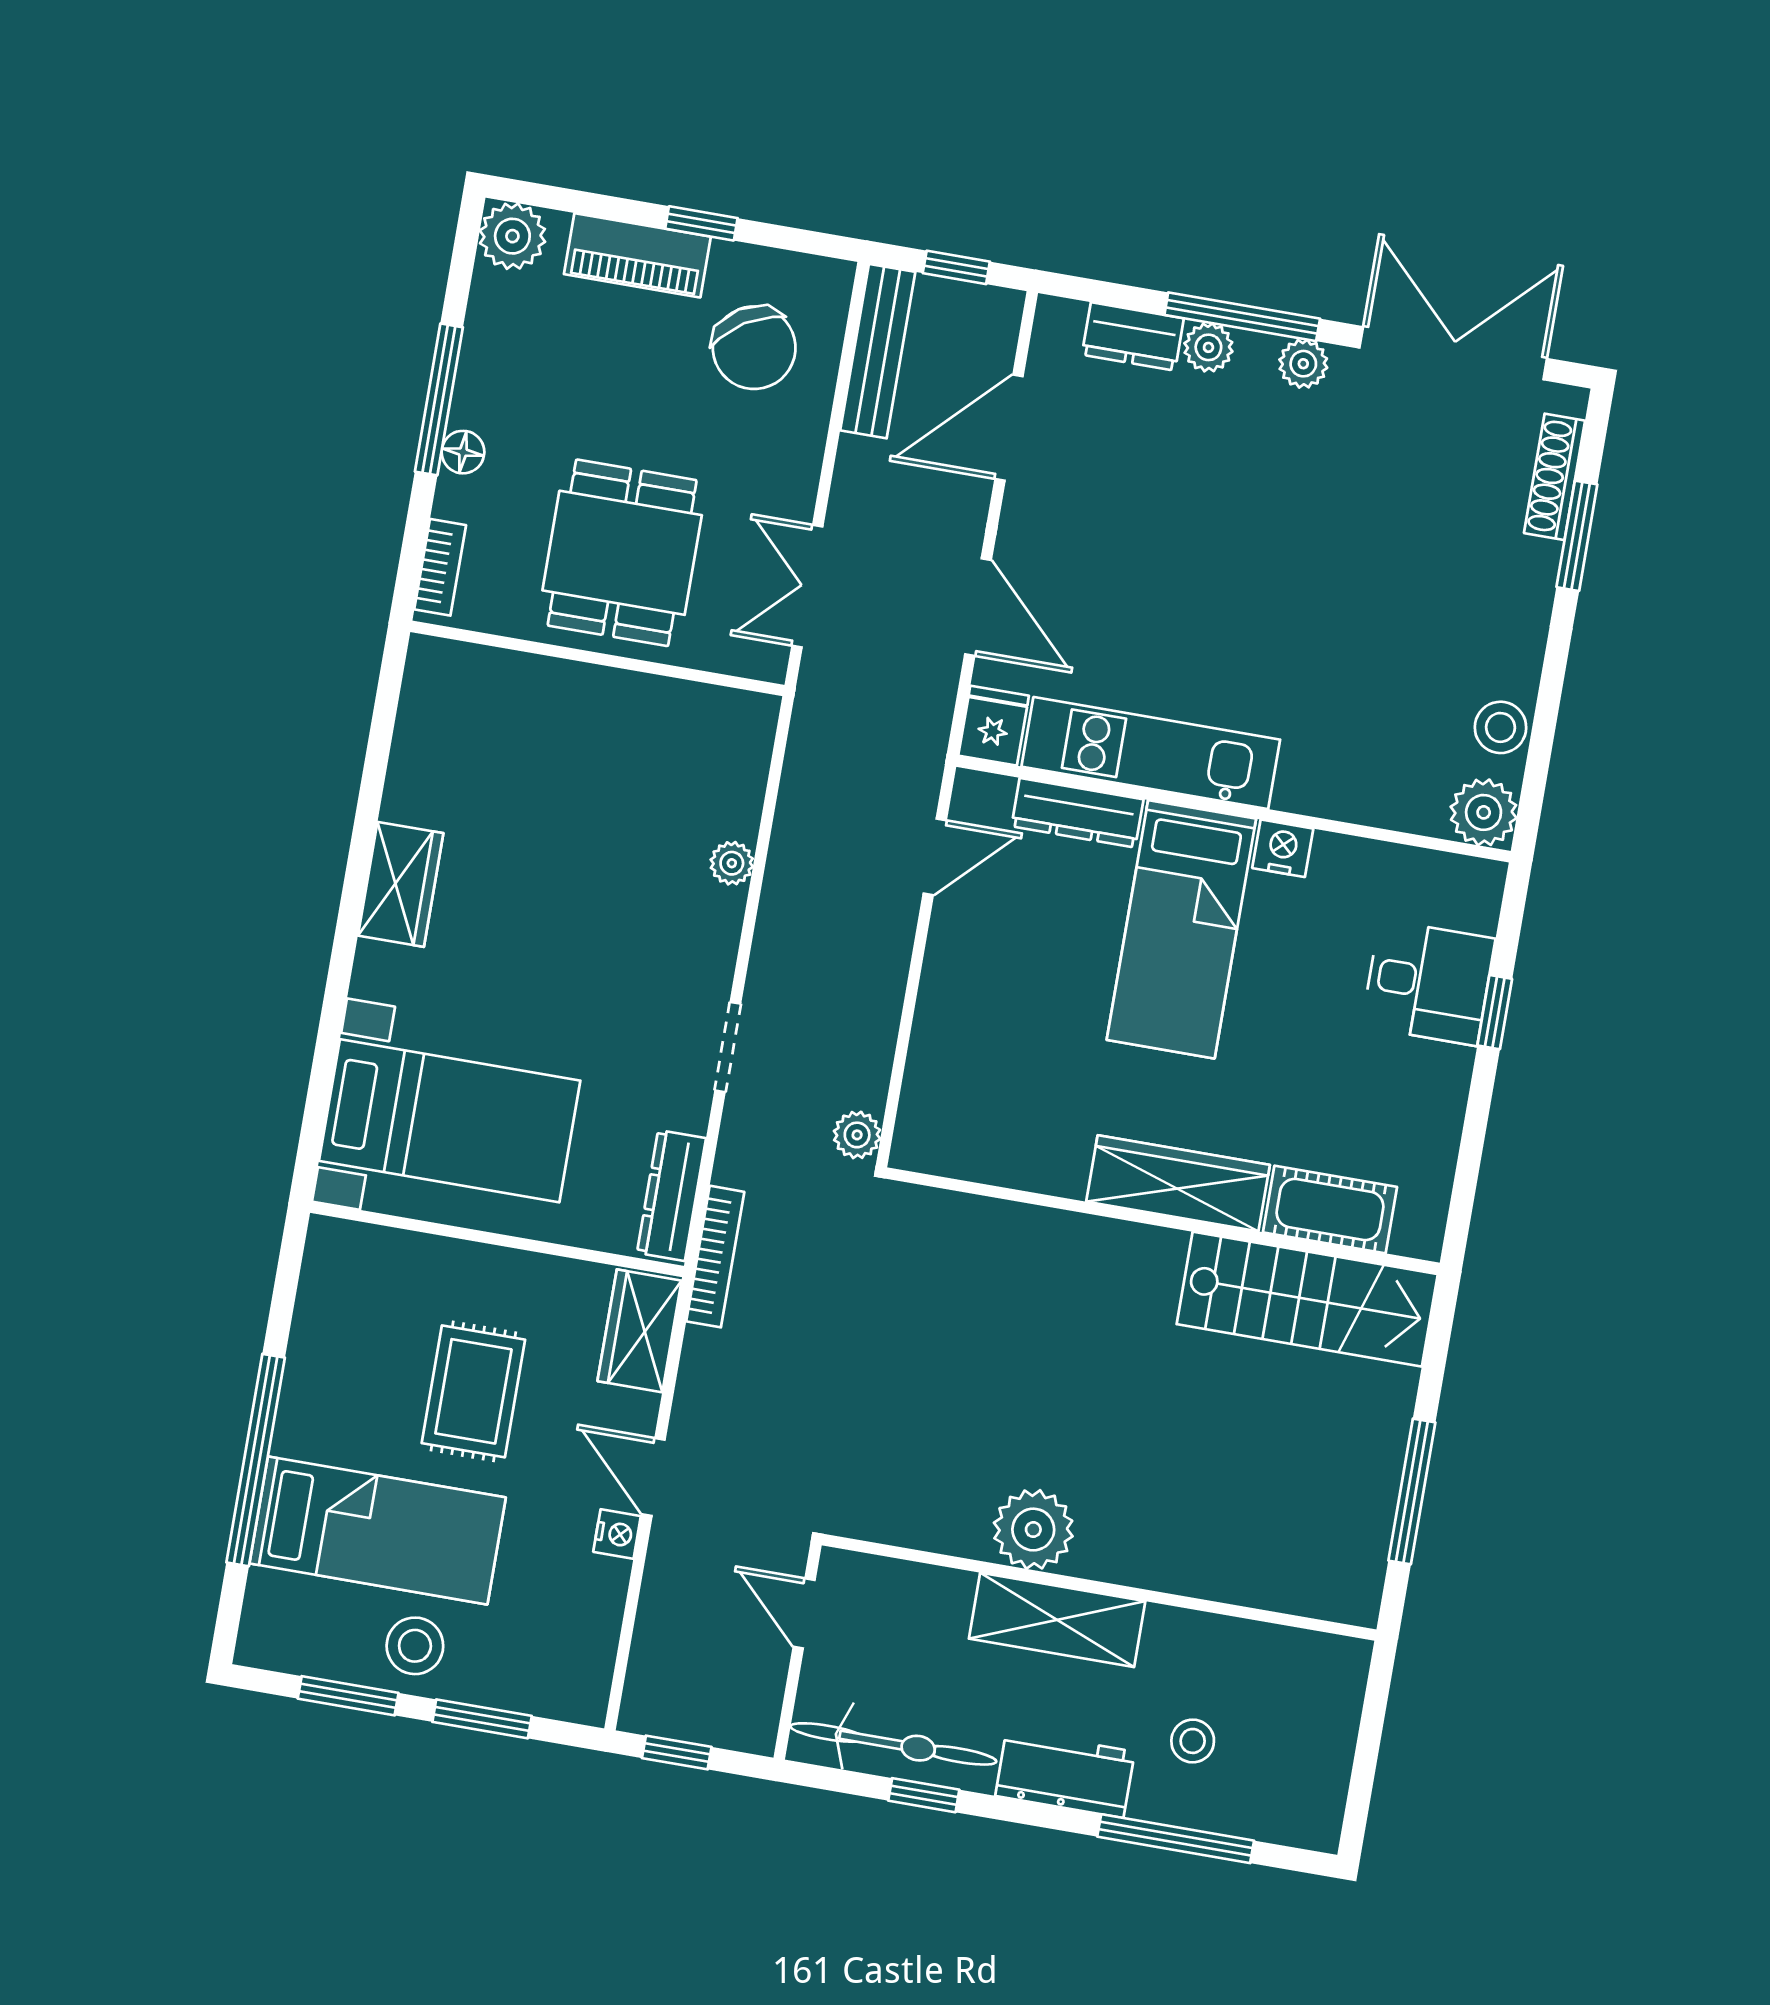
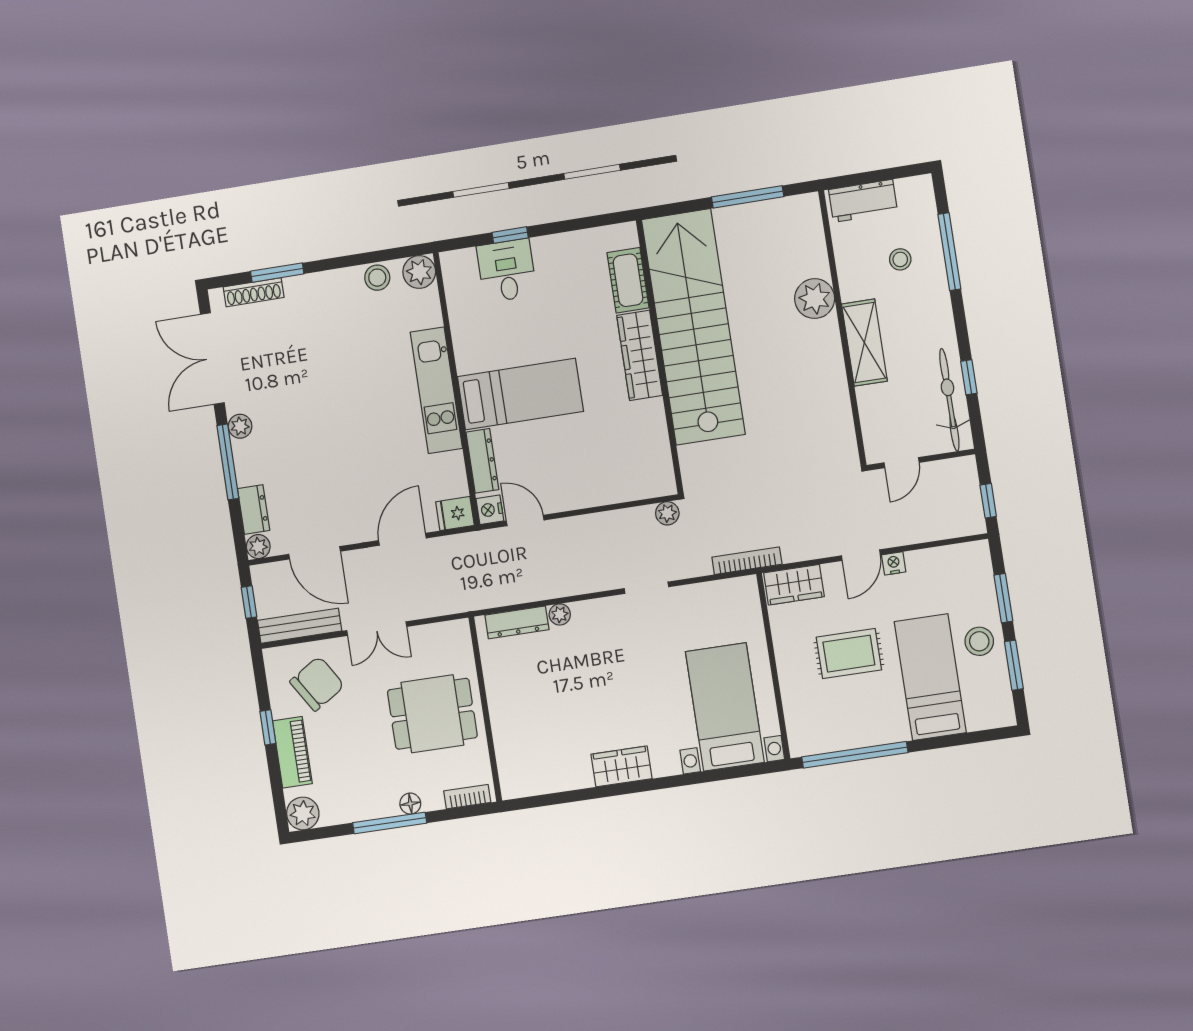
plant: (1208, 347) -> (258, 547), moved
double door: (807, 586) -> (377, 629), moved
kitchen unit: (1151, 753) -> (436, 390), moved
nightstand: (1283, 848) -> (490, 510), moved
dresser: (672, 1195) -> (517, 622), moved
stairs: (1307, 1299) -> (693, 327), width x1.86, depth x1.51
window: (256, 1460) -> (855, 755), moved
plant: (1033, 1530) -> (815, 299), moved
workbench: (1065, 1774) -> (863, 201), moved, turned -90

